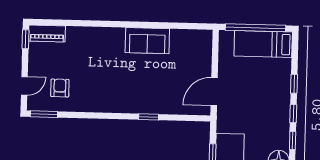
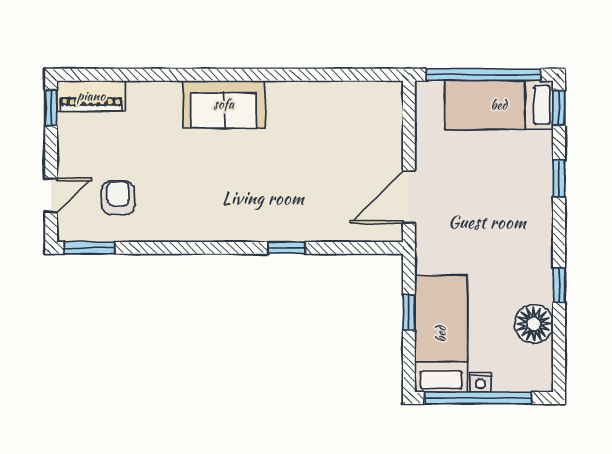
sofa: (147, 41) -> (224, 104), moved
window: (293, 114) -> (559, 108), moved

